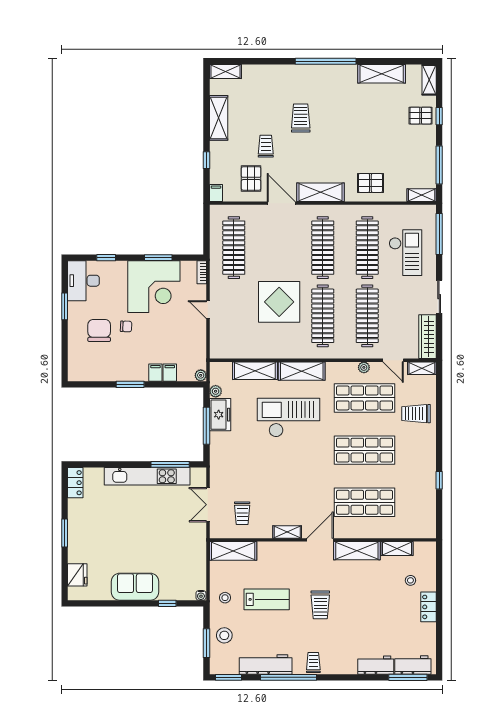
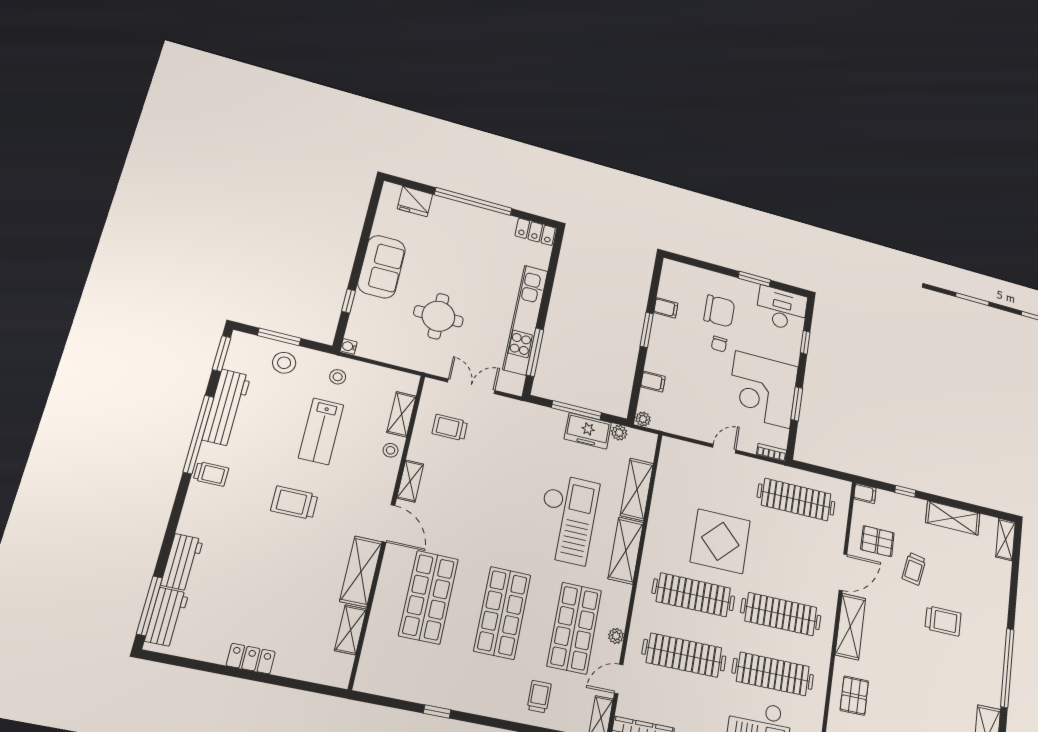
trolley: (266, 146) -> (914, 569), turned 100
filing cabinet: (155, 373) -> (666, 308), moved
trolley: (416, 414) -> (539, 697), width x0.73, depth x0.72
window: (65, 533) -> (473, 202), width x2.11
round table: (162, 539) -> (438, 316), added
shelving: (233, 551) -> (401, 414), width x0.67, depth x0.75
stool: (410, 580) -> (391, 450), moved

